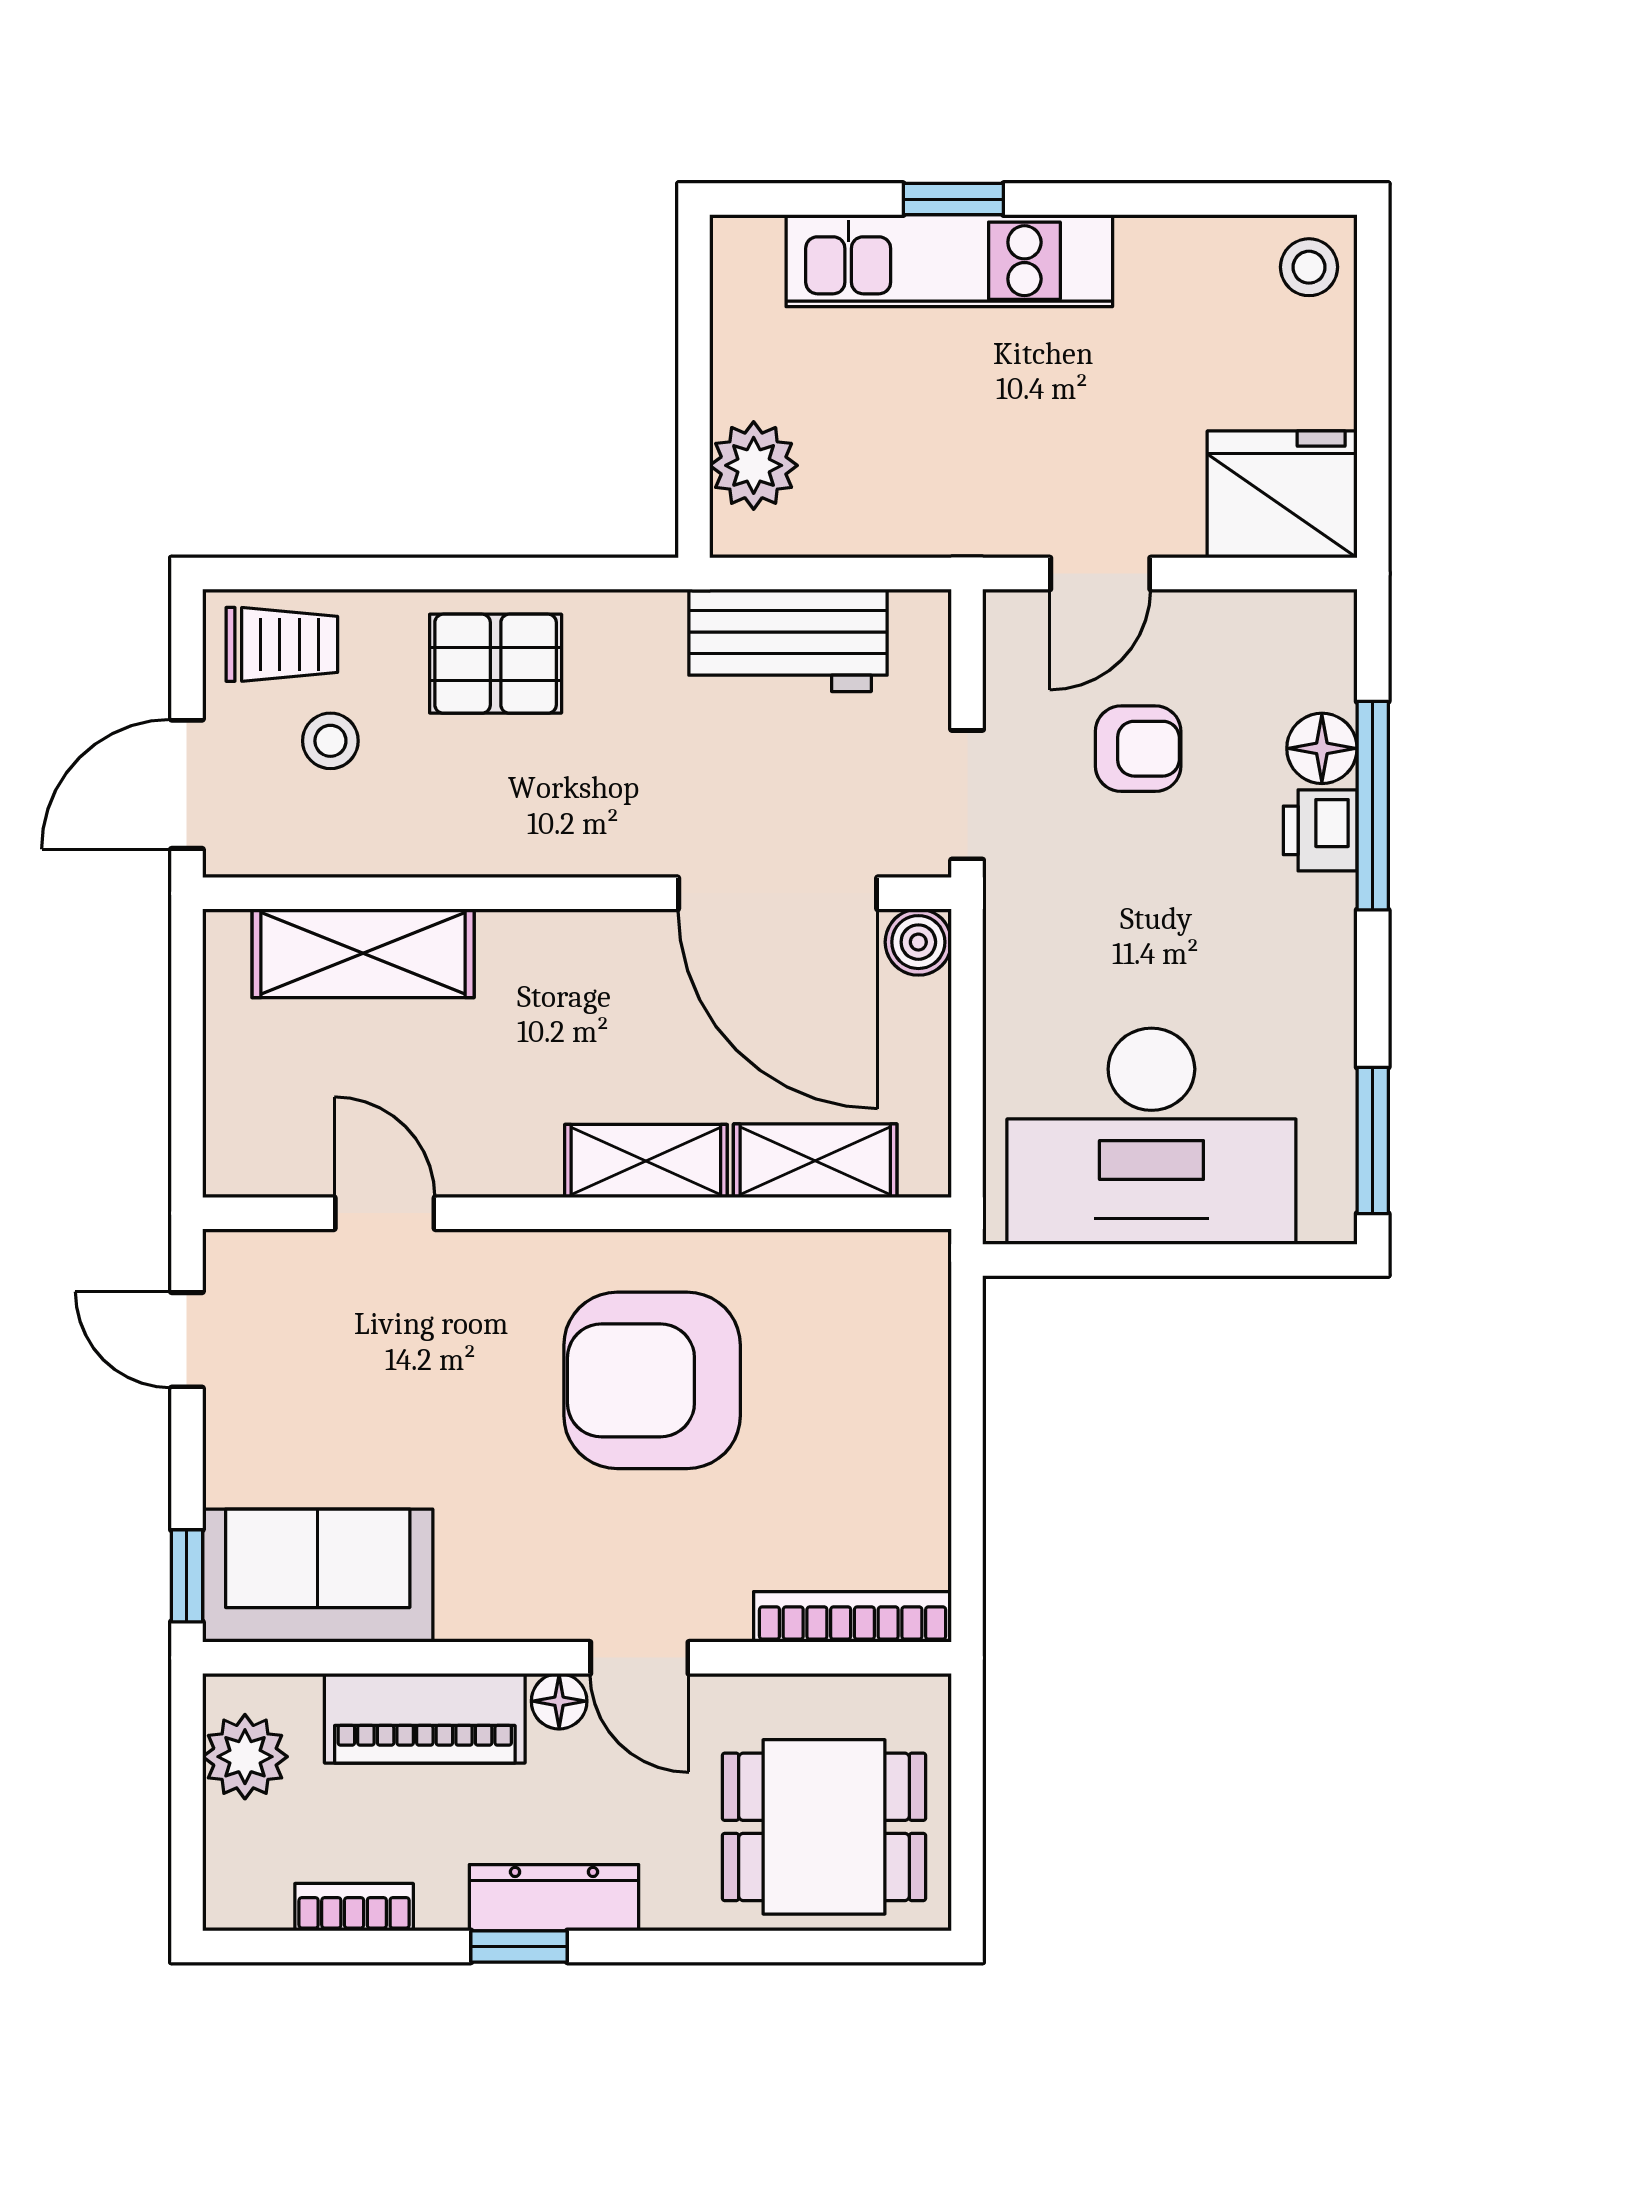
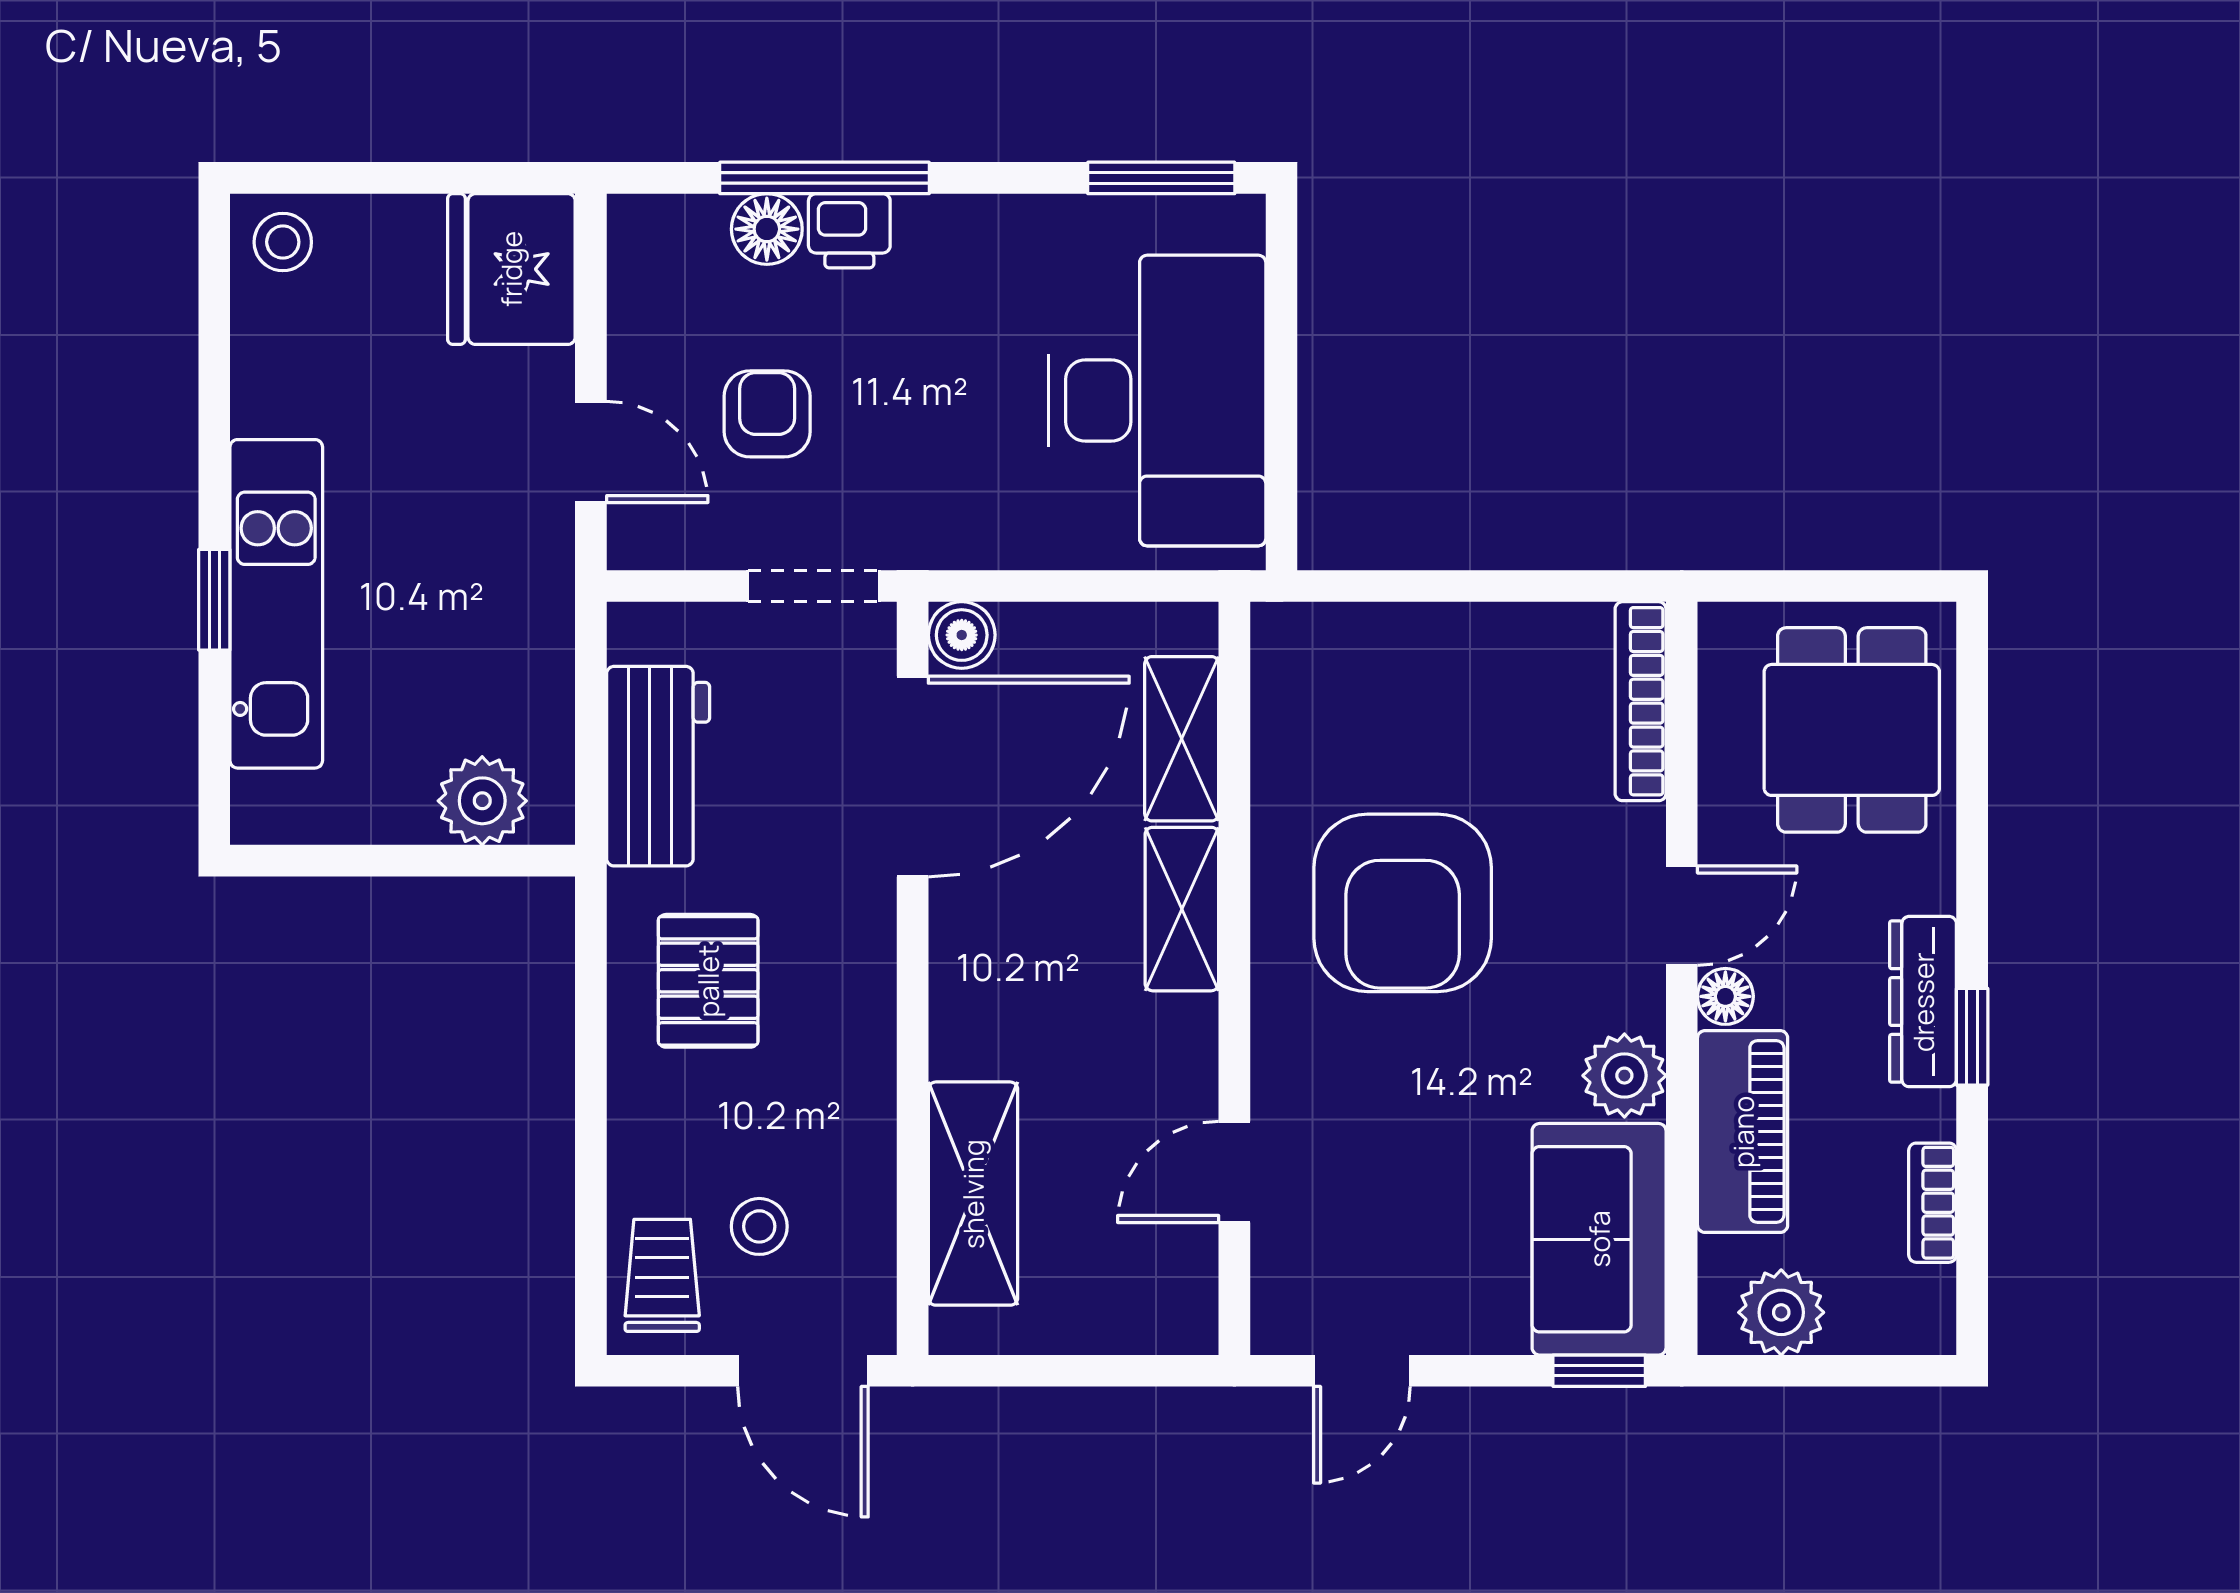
pallet: (496, 664) -> (708, 981), moved
plant: (480, 1601) -> (1624, 1076), added

